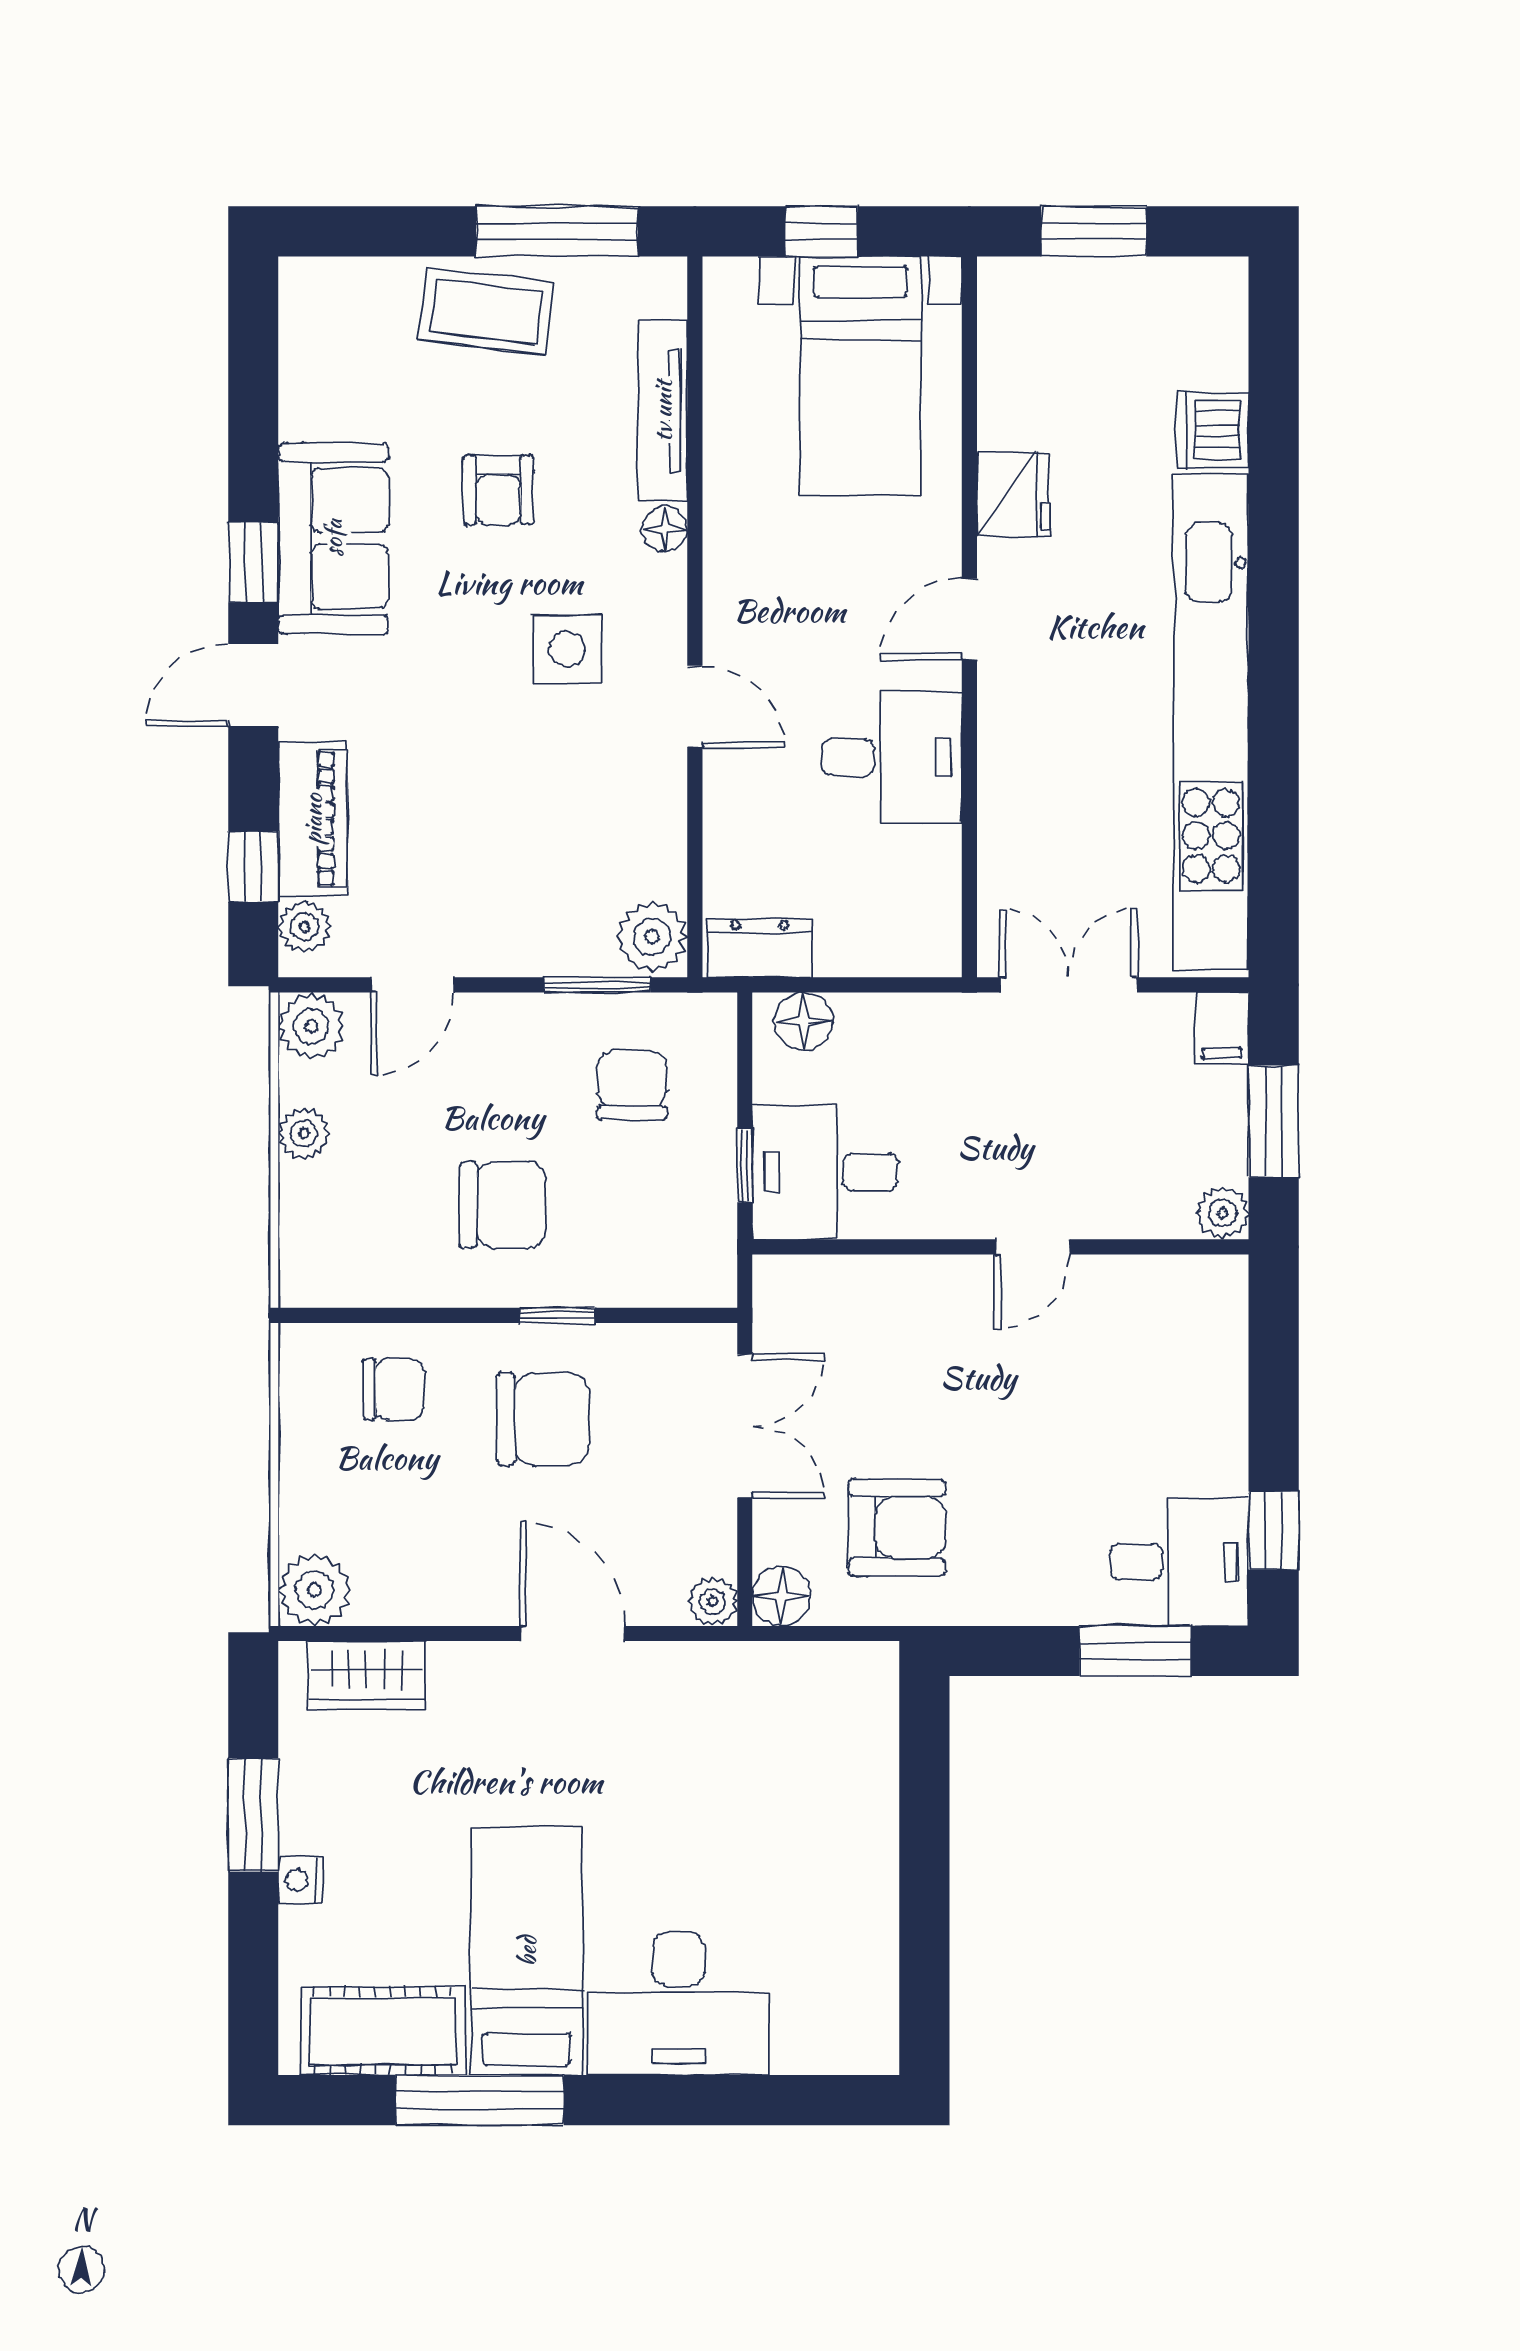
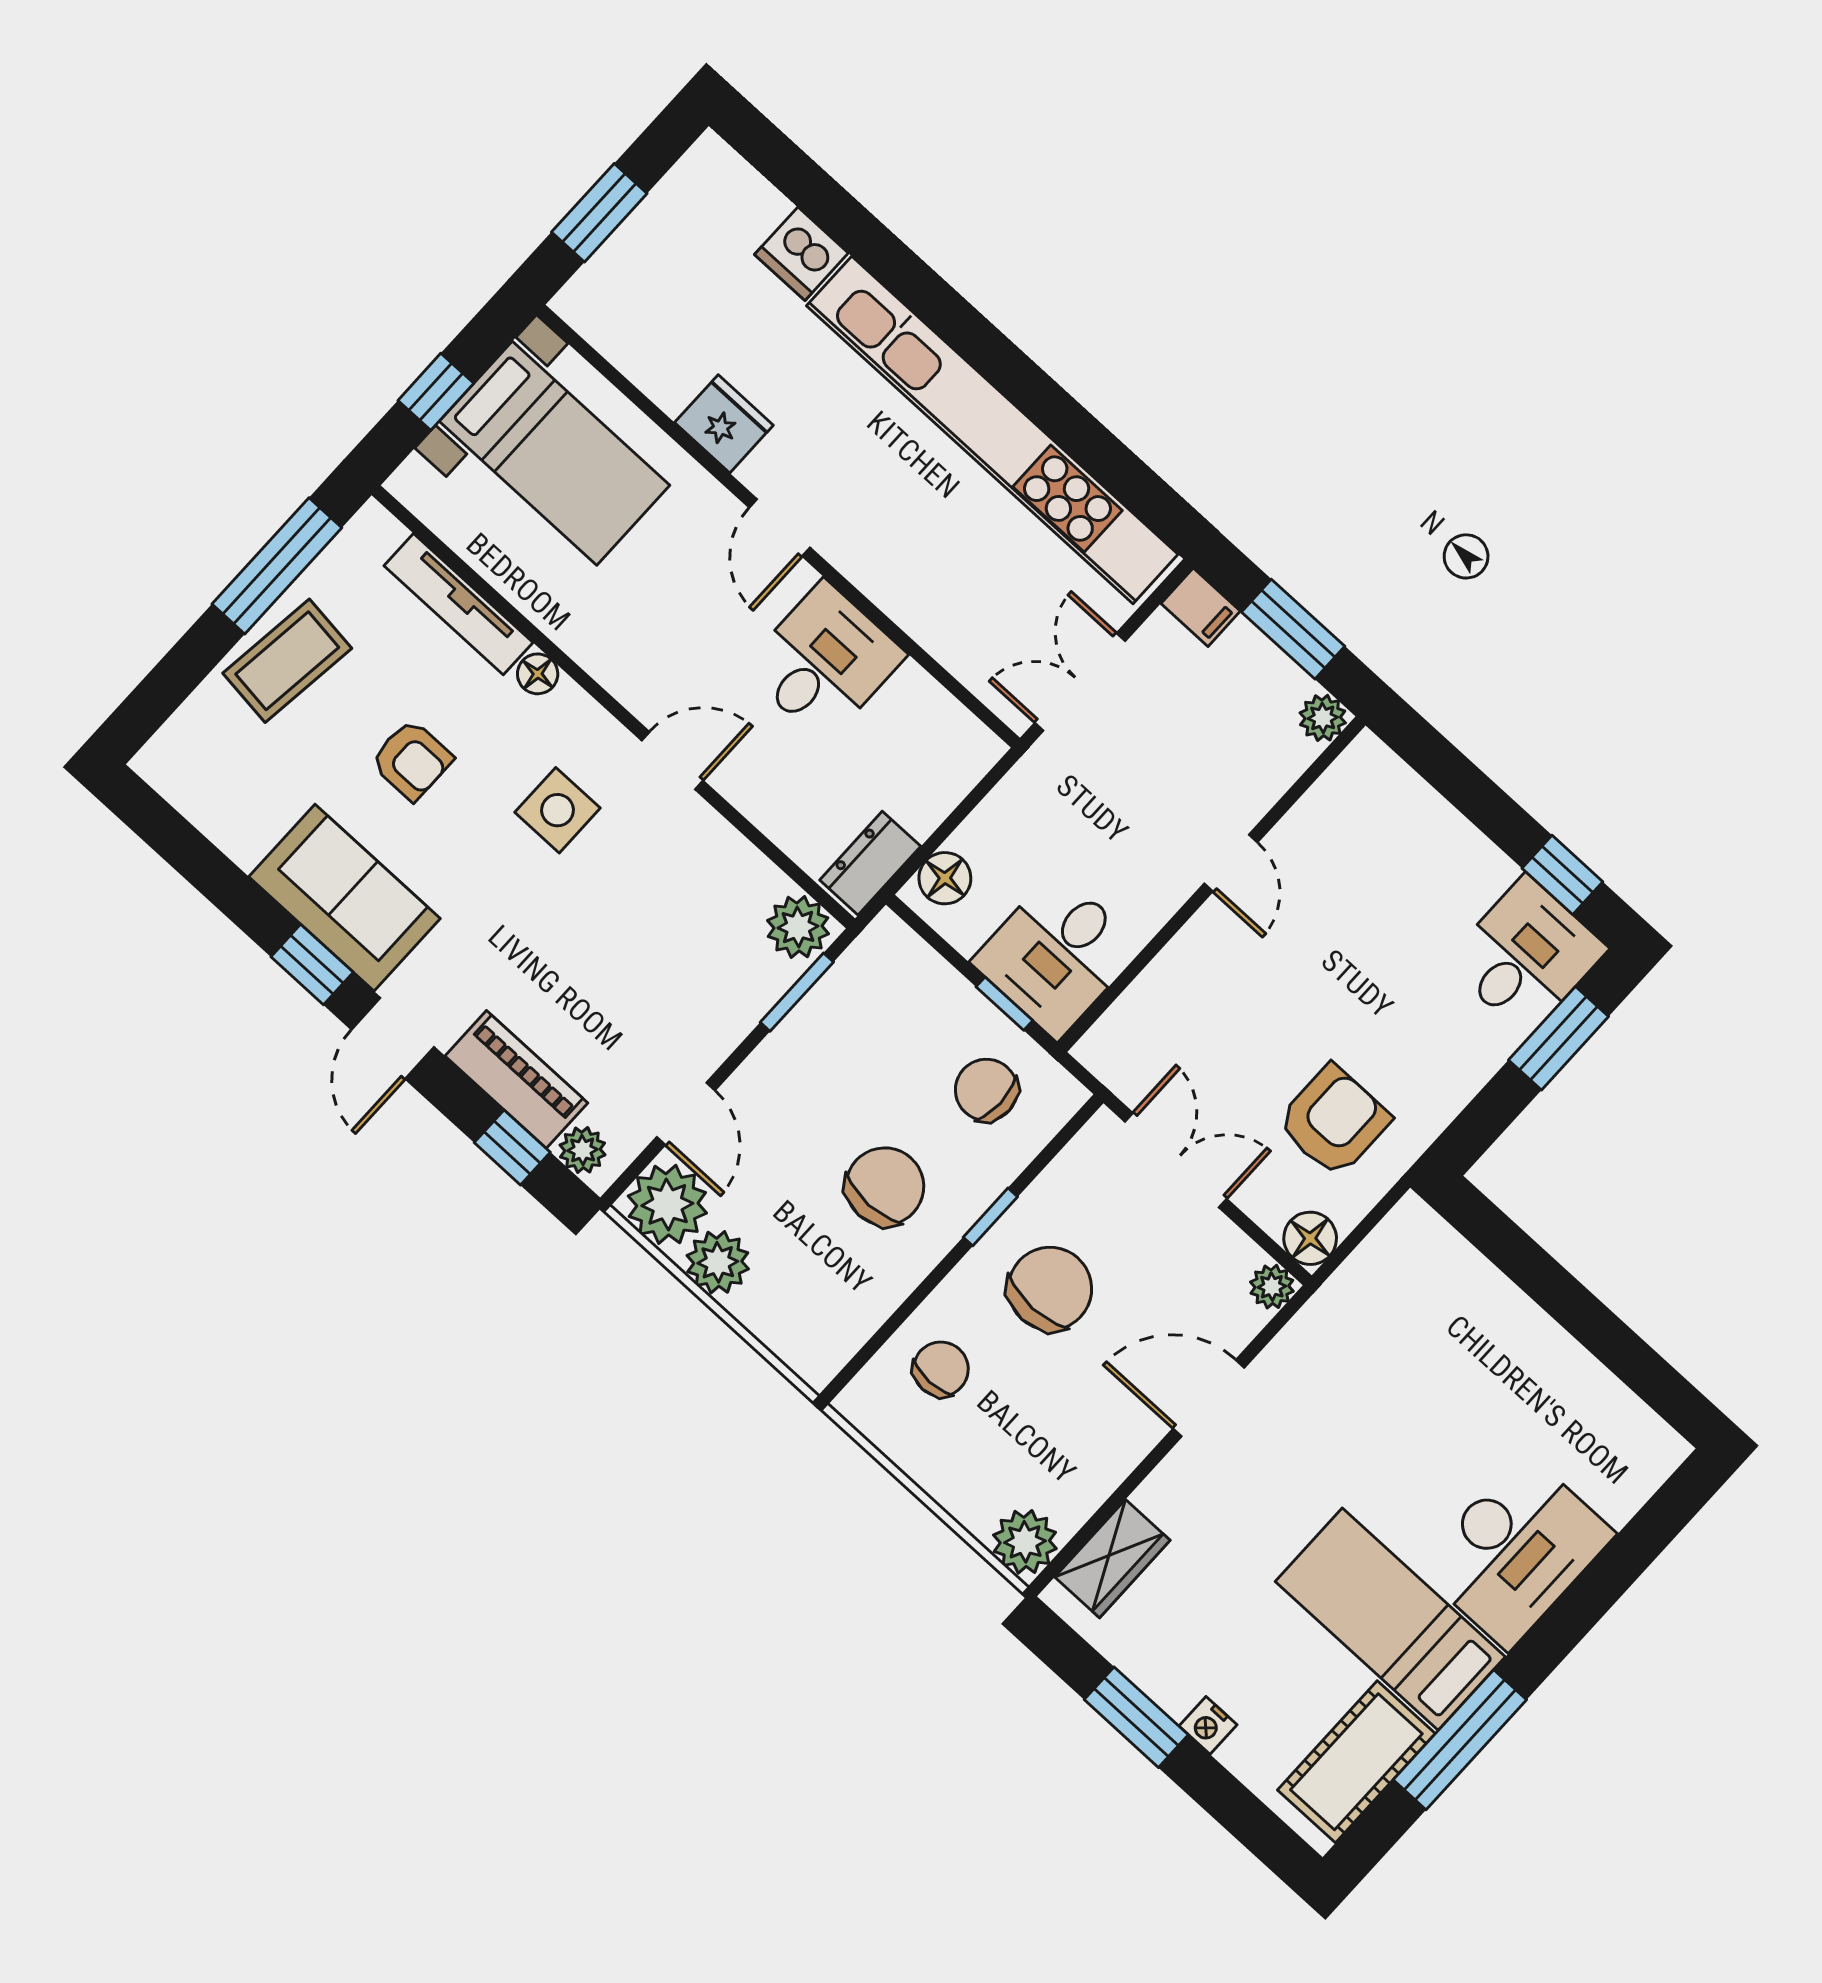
plant: (311, 1026) -> (667, 1204), width x1.36, depth x1.36
chair: (632, 1085) -> (986, 1090), moved
plant: (304, 1133) -> (718, 1262), width x1.38, depth x1.38

